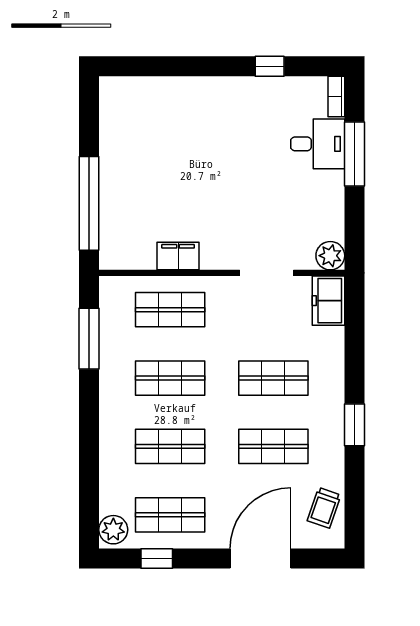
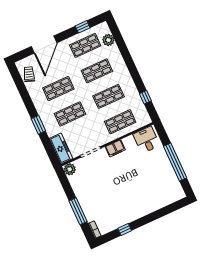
desk: (318, 144) -> (146, 140), moved, turned 90
window: (89, 203) -> (175, 162), moved
filing cabinet: (178, 256) -> (115, 148), moved
freezer: (328, 301) -> (61, 148), width x1.40
window: (89, 339) -> (145, 97), width x0.46
window: (354, 425) -> (38, 125), moved
plant: (113, 530) -> (108, 40), moved

